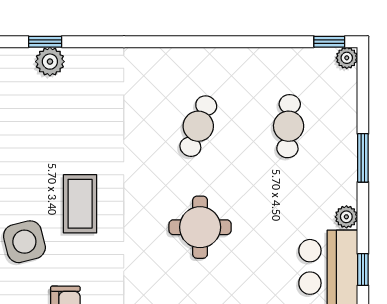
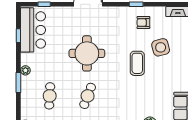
plant: (346, 217) -> (25, 70), moved
round table: (200, 227) -> (87, 53), width x1.36, depth x1.36

